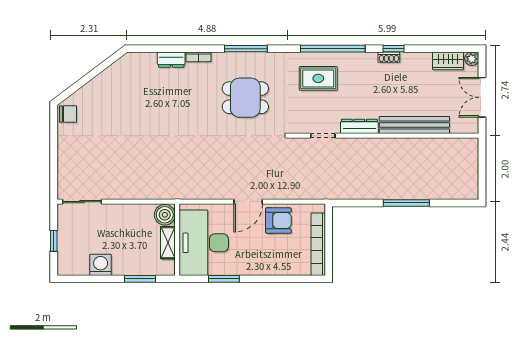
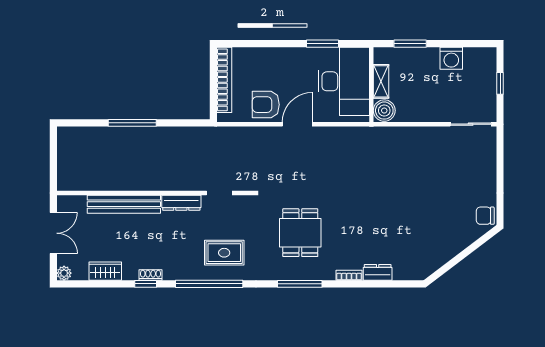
wardrobe: (448, 61) -> (105, 271), moved
dining table: (245, 98) -> (300, 233), turned 90

